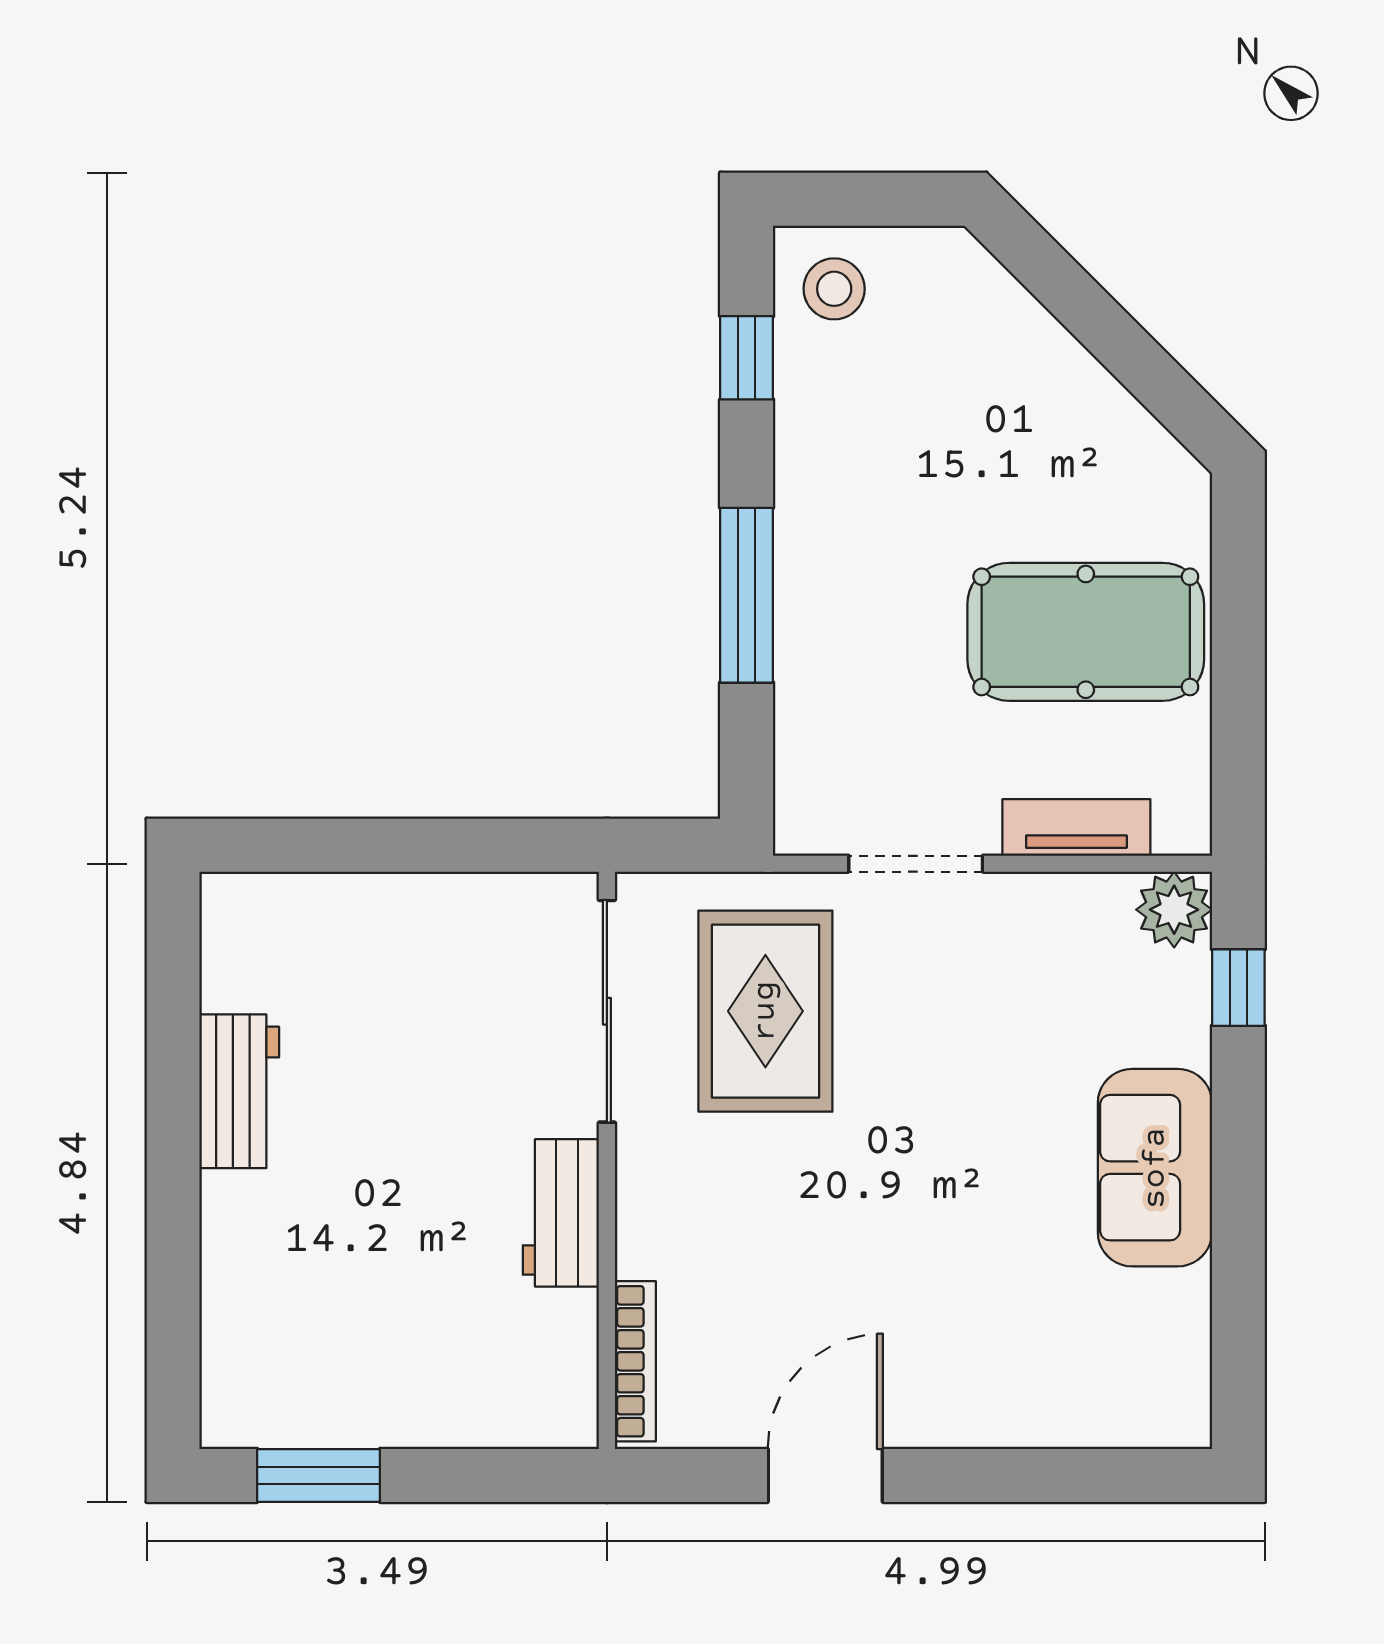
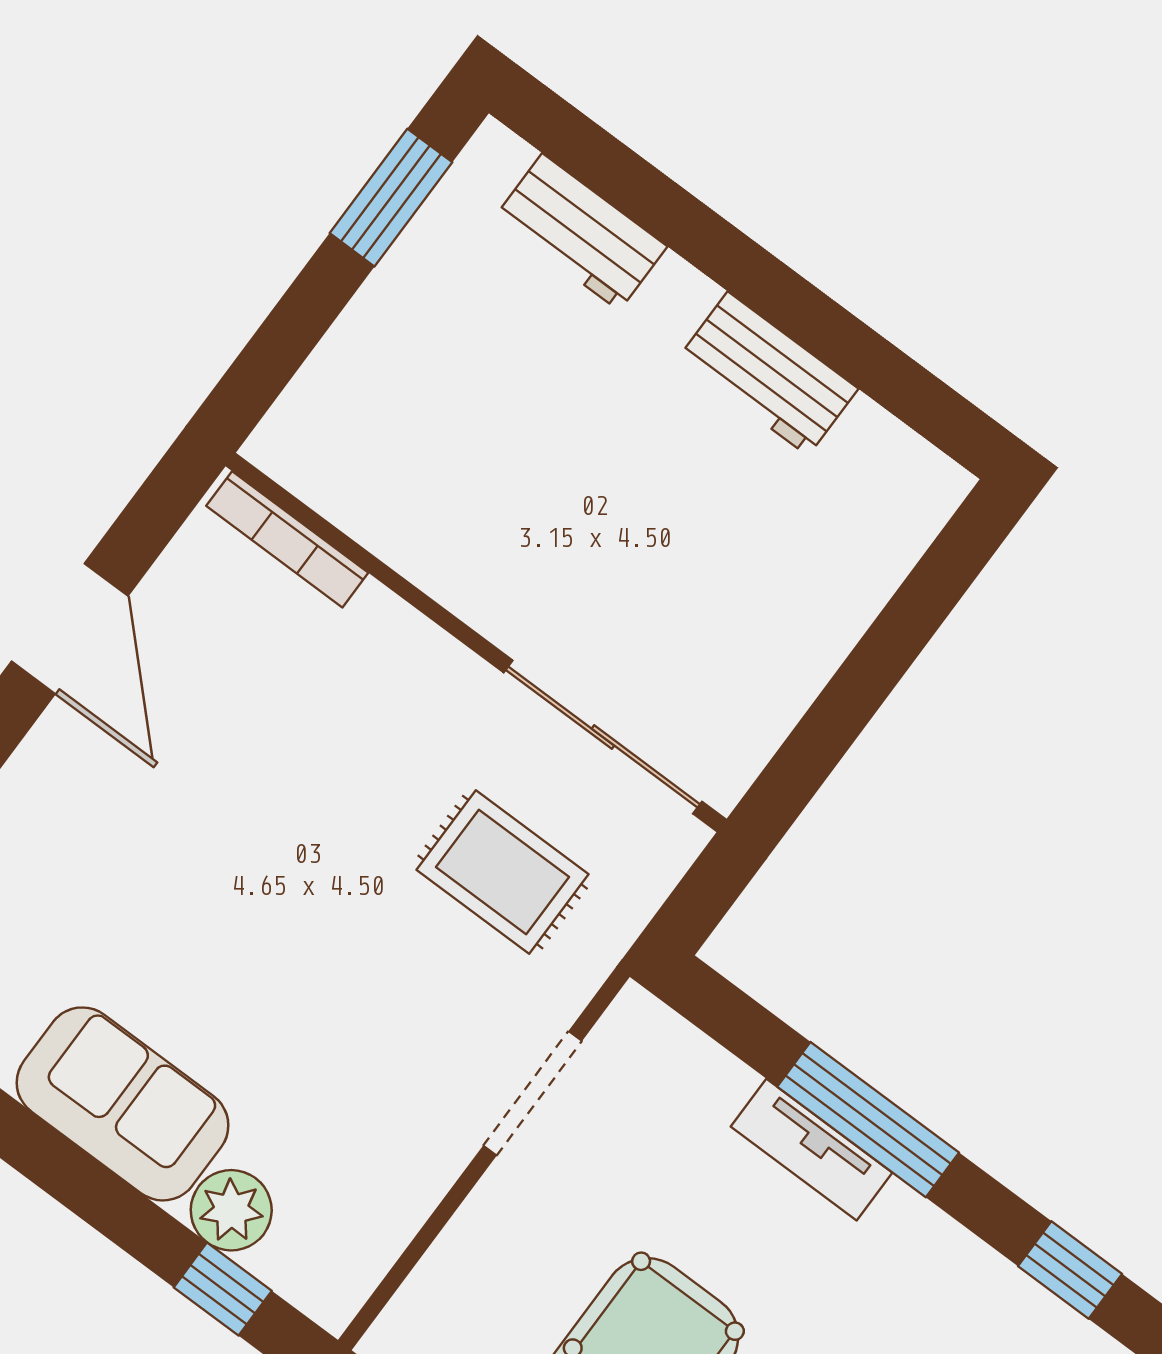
tv unit: (1076, 827) -> (811, 1150), moved, turned 90
plant: (1174, 910) -> (231, 1210), moved
rug: (765, 1011) -> (502, 872), width x0.73, depth x0.70
workbench: (561, 1213) -> (581, 232), moved, turned 180

